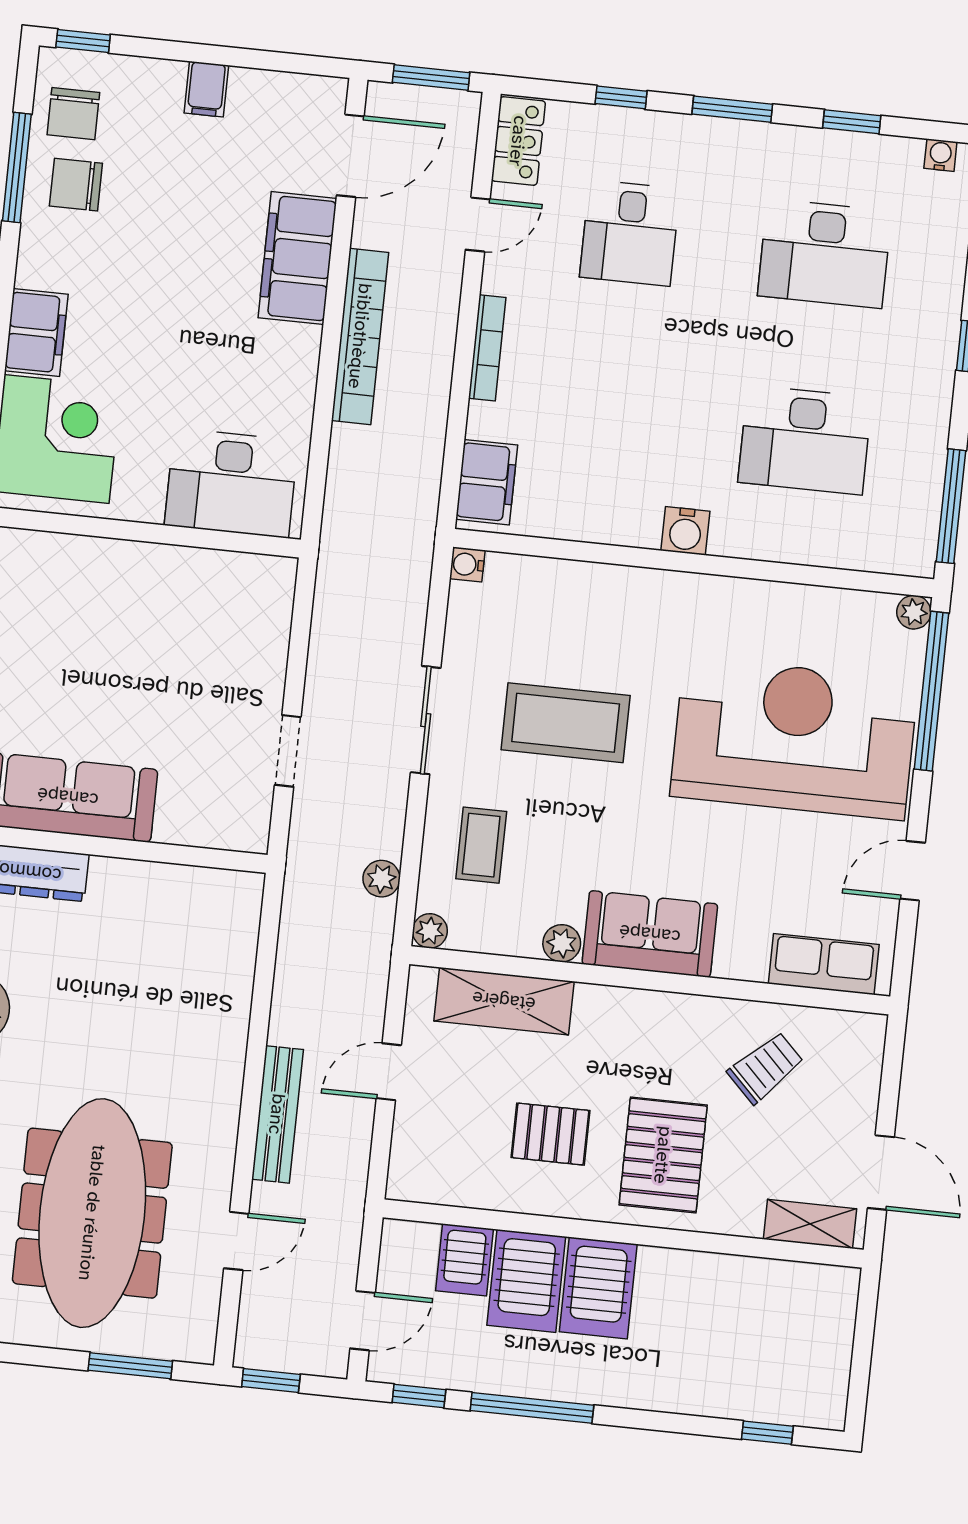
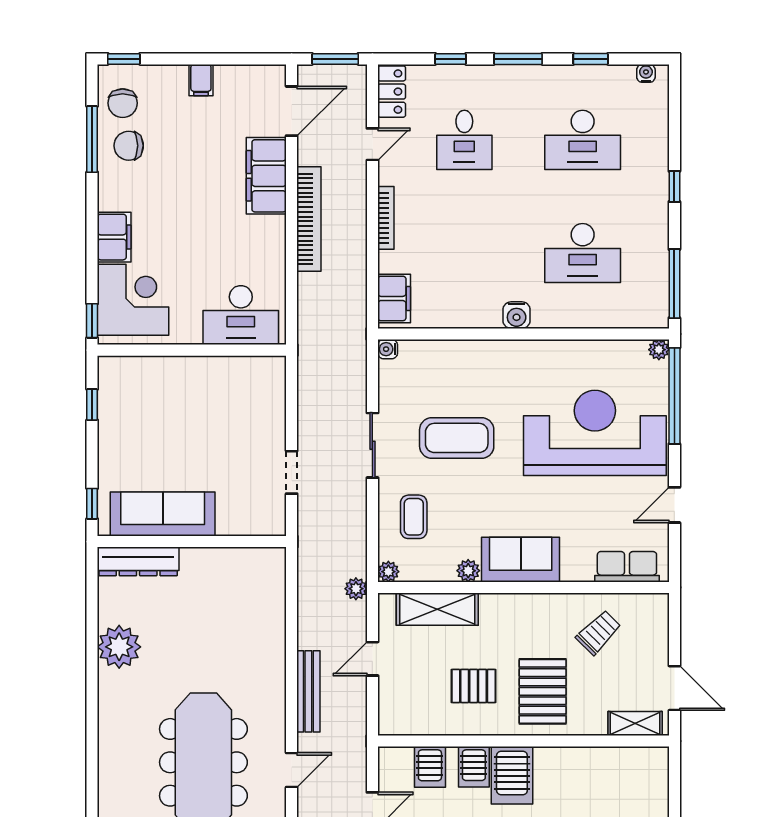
plant: (382, 879) -> (356, 589), moved
server rack: (526, 1281) -> (474, 767), width x0.73, depth x0.70

